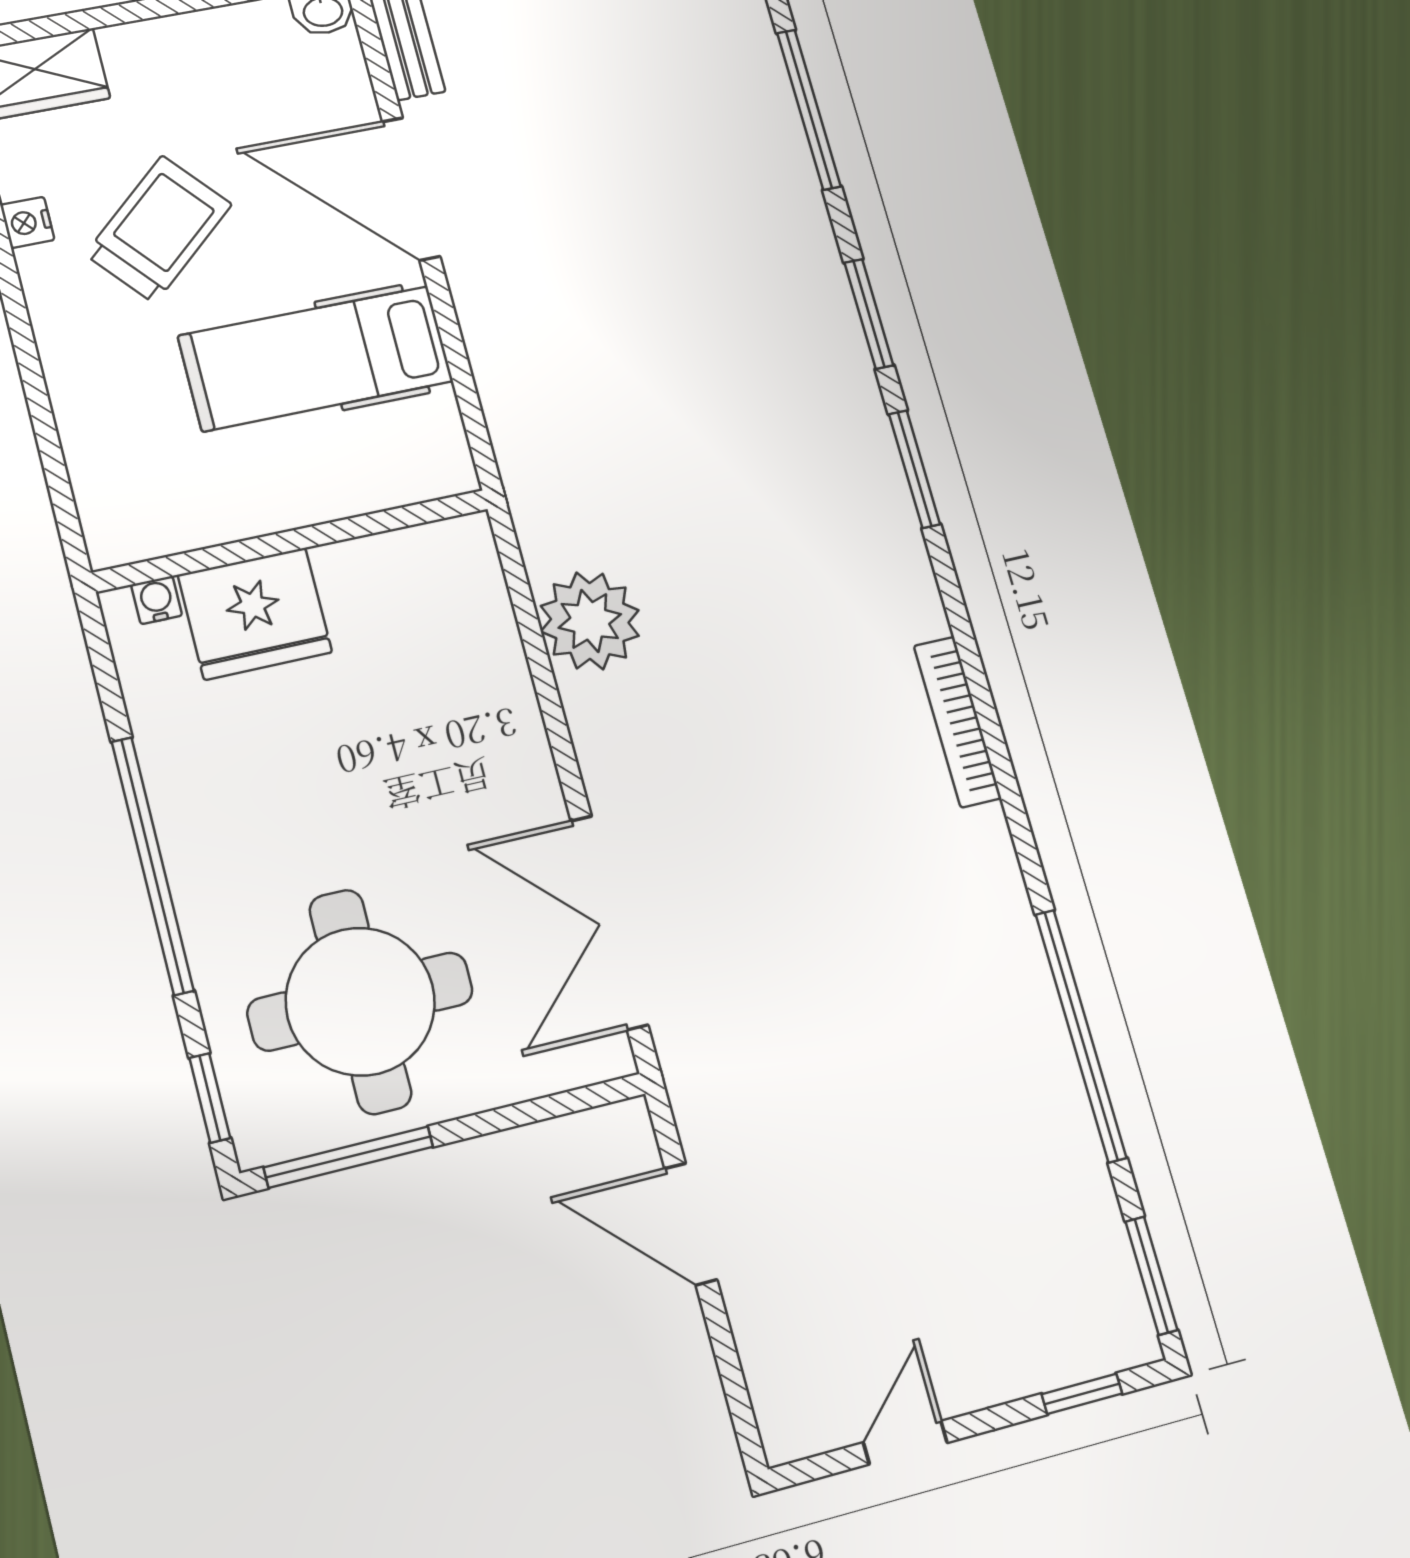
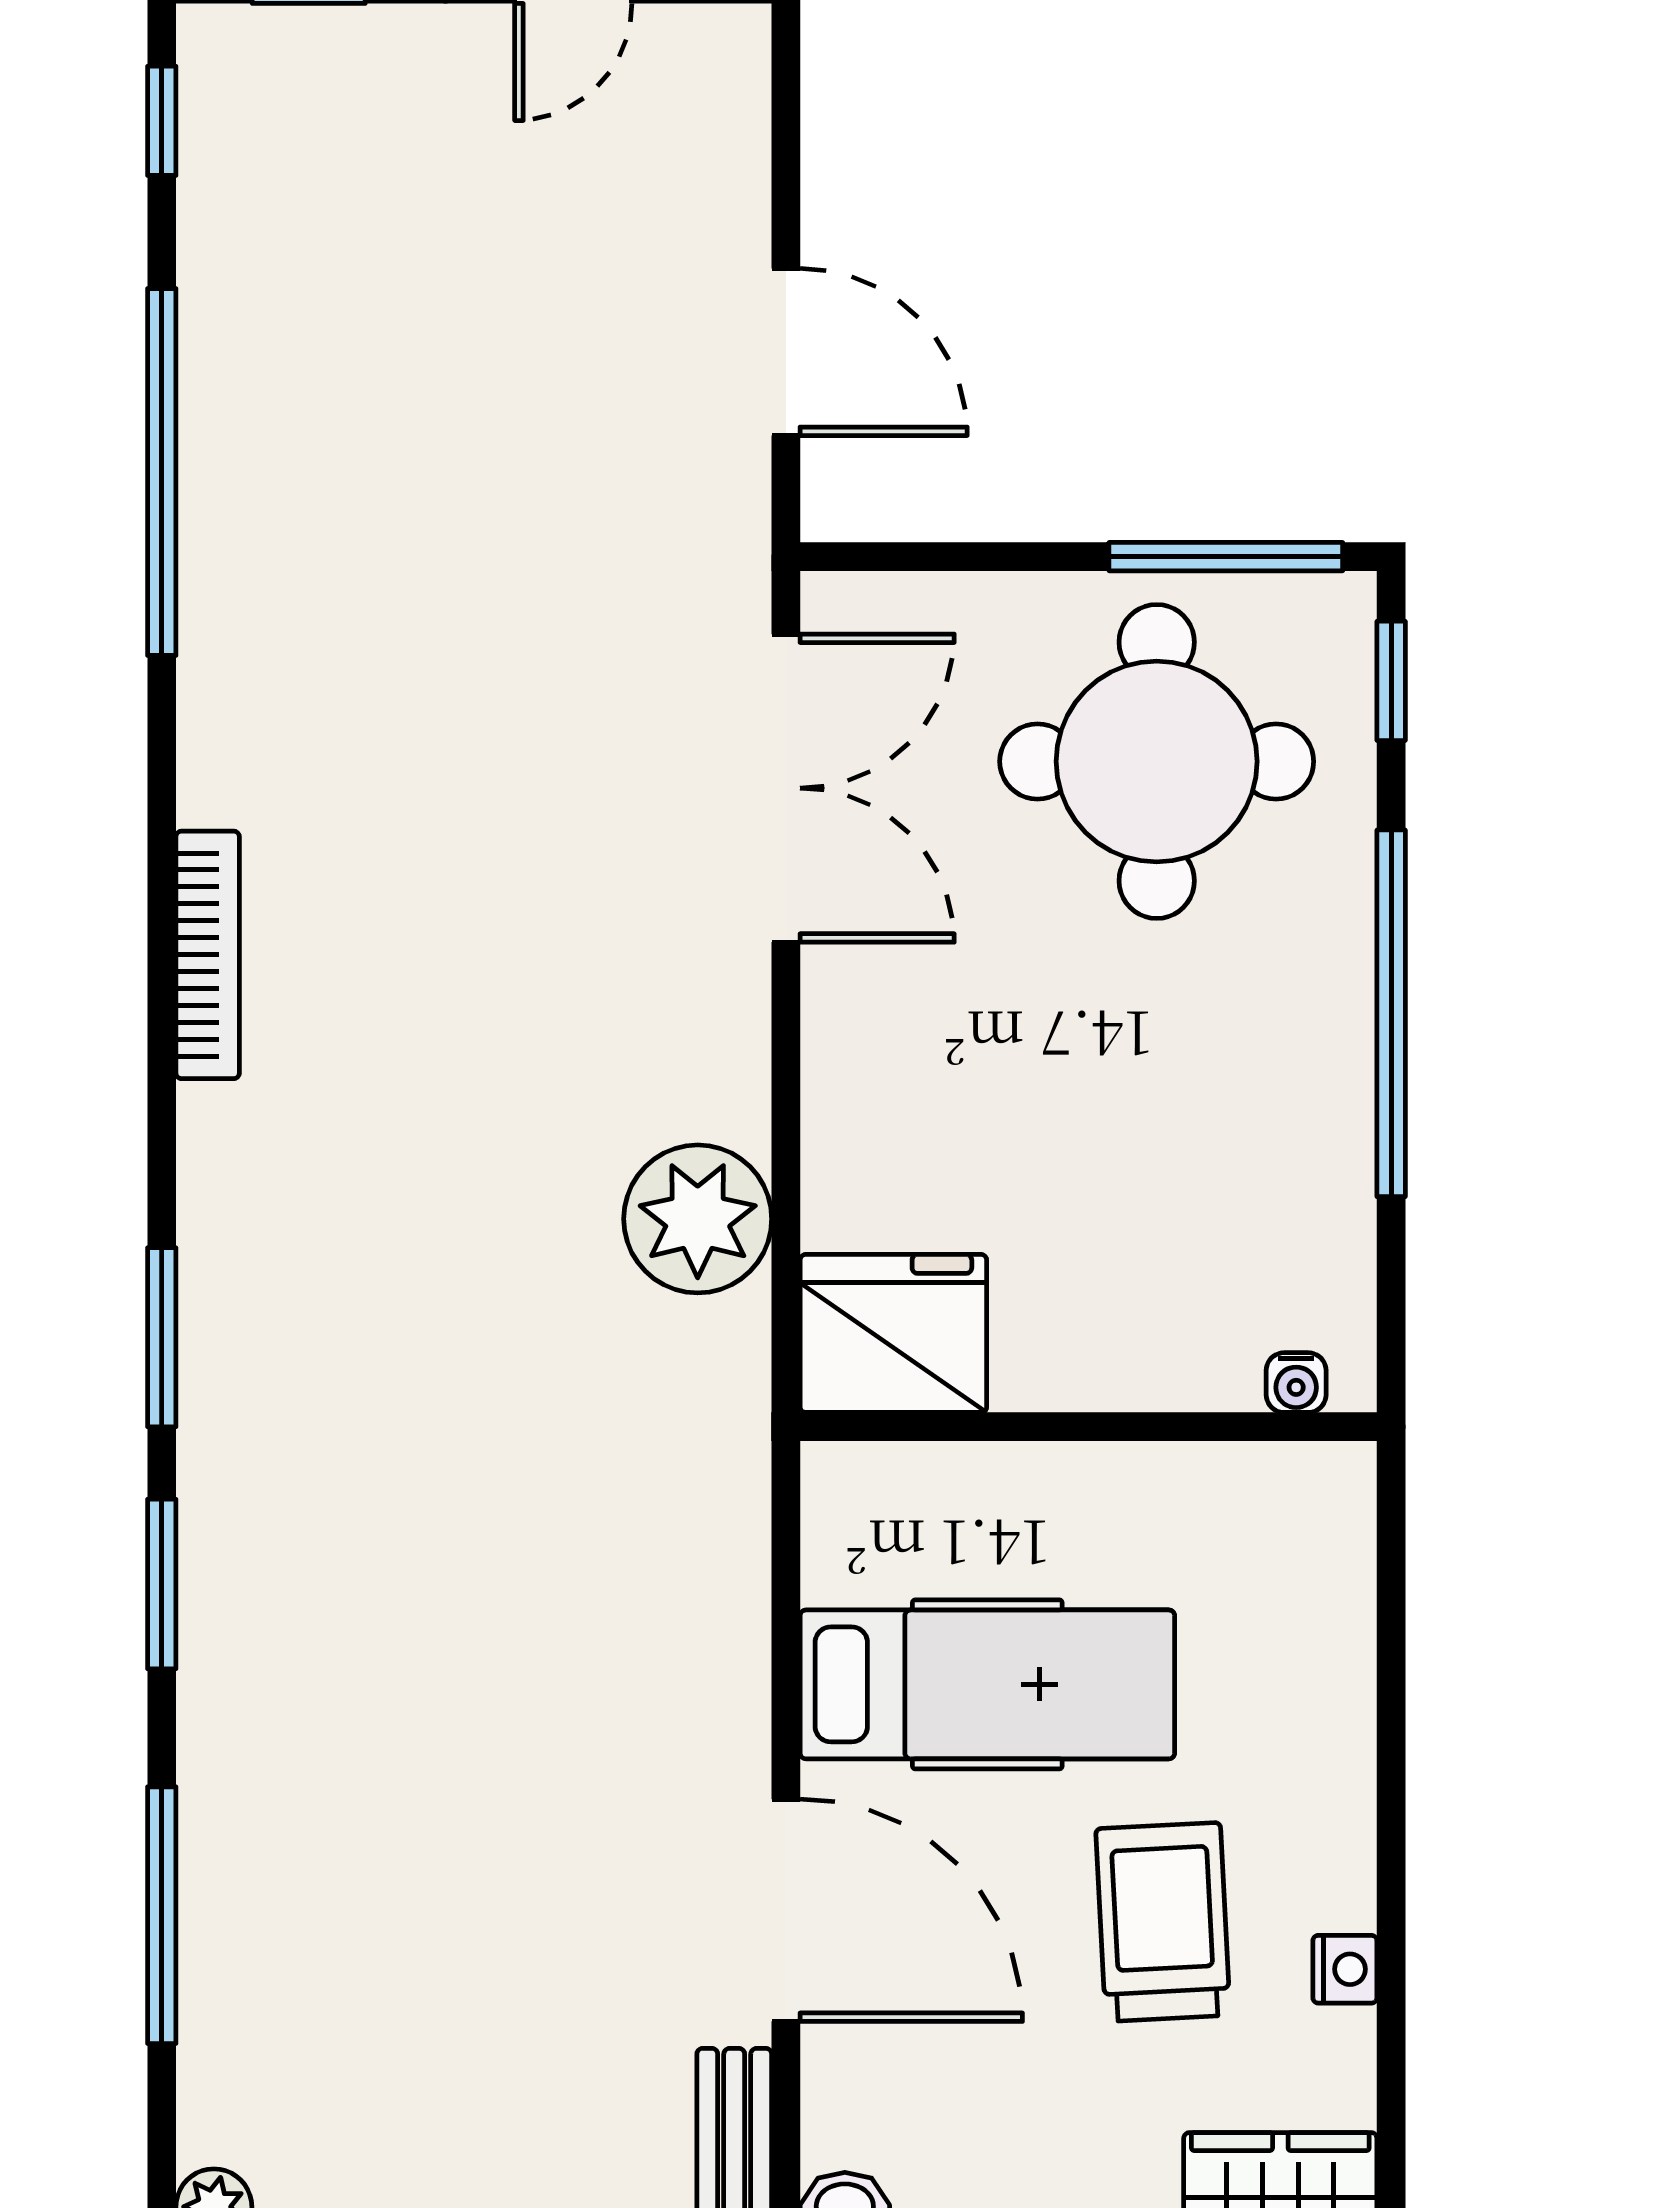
trolley: (159, 229) -> (1163, 1922), turned 128
fridge: (255, 614) -> (893, 1333), moved
window: (1151, 1276) -> (162, 121), width x0.67

